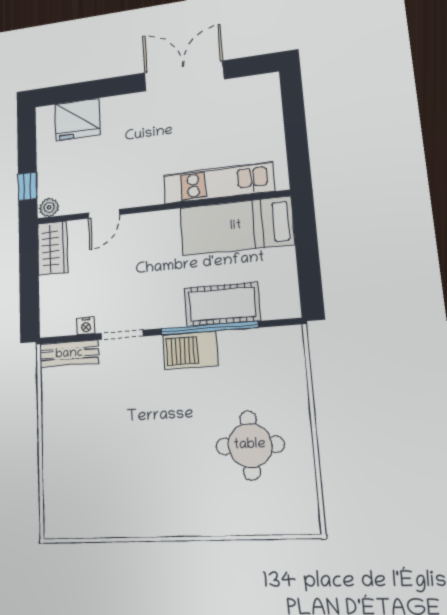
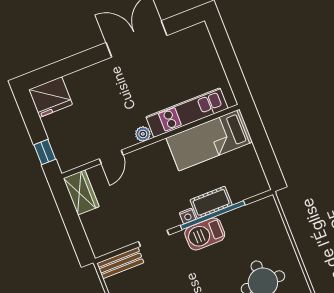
fridge: (78, 119) -> (51, 97), moved
plant: (49, 208) -> (143, 134), moved
cot: (222, 304) -> (211, 202), width x0.73, depth x0.75
nightstand: (86, 326) -> (188, 216), moved

